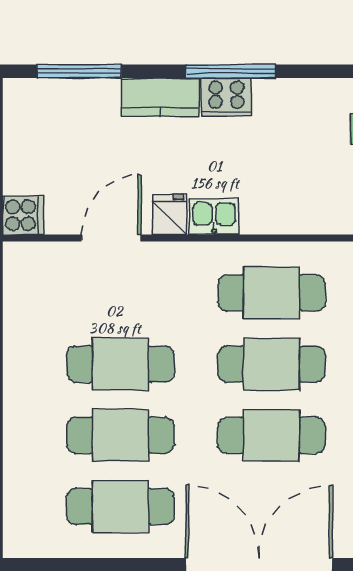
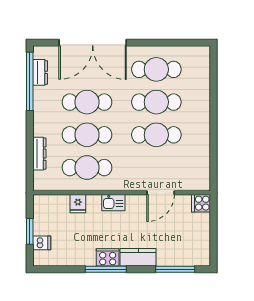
fridge: (170, 214) -> (78, 204), moved

